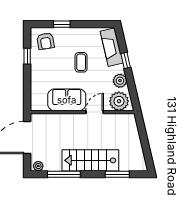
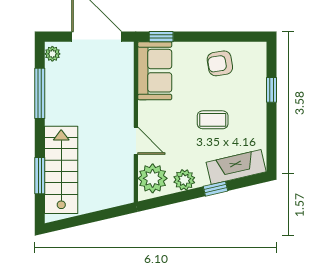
armchair: (46, 41) -> (220, 63), moved
window: (27, 56) -> (161, 37), moved
sofa: (67, 100) -> (155, 71), moved
stairs: (90, 160) -> (61, 170), moved

